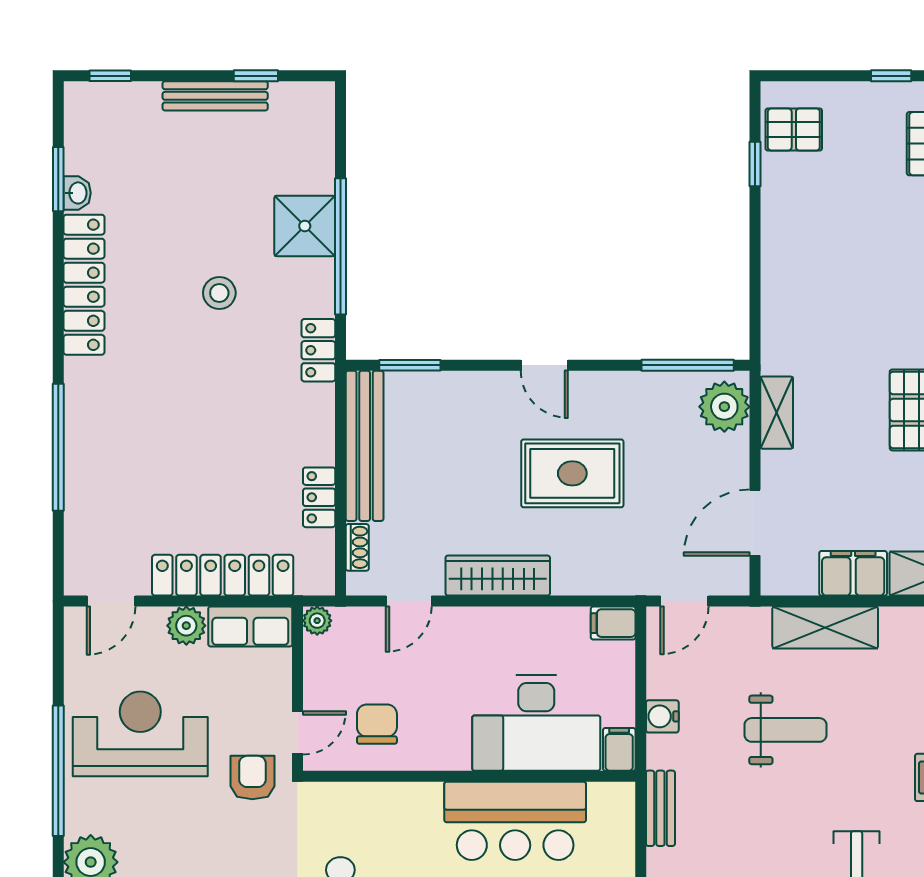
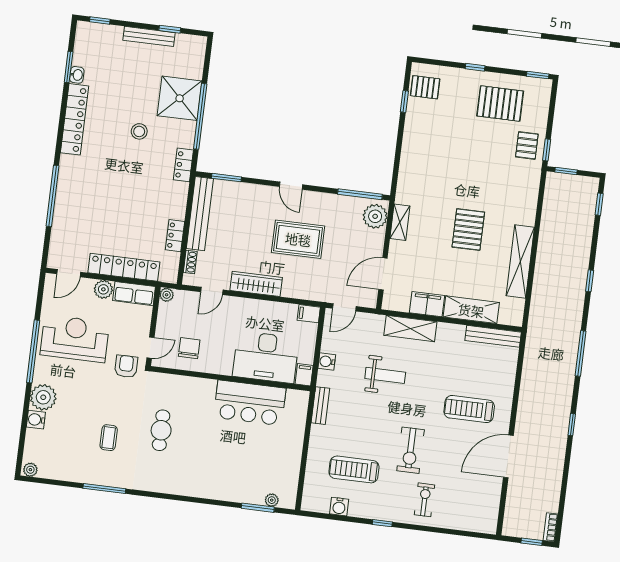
shower: (305, 226) -> (180, 98), width x1.37, depth x1.37

